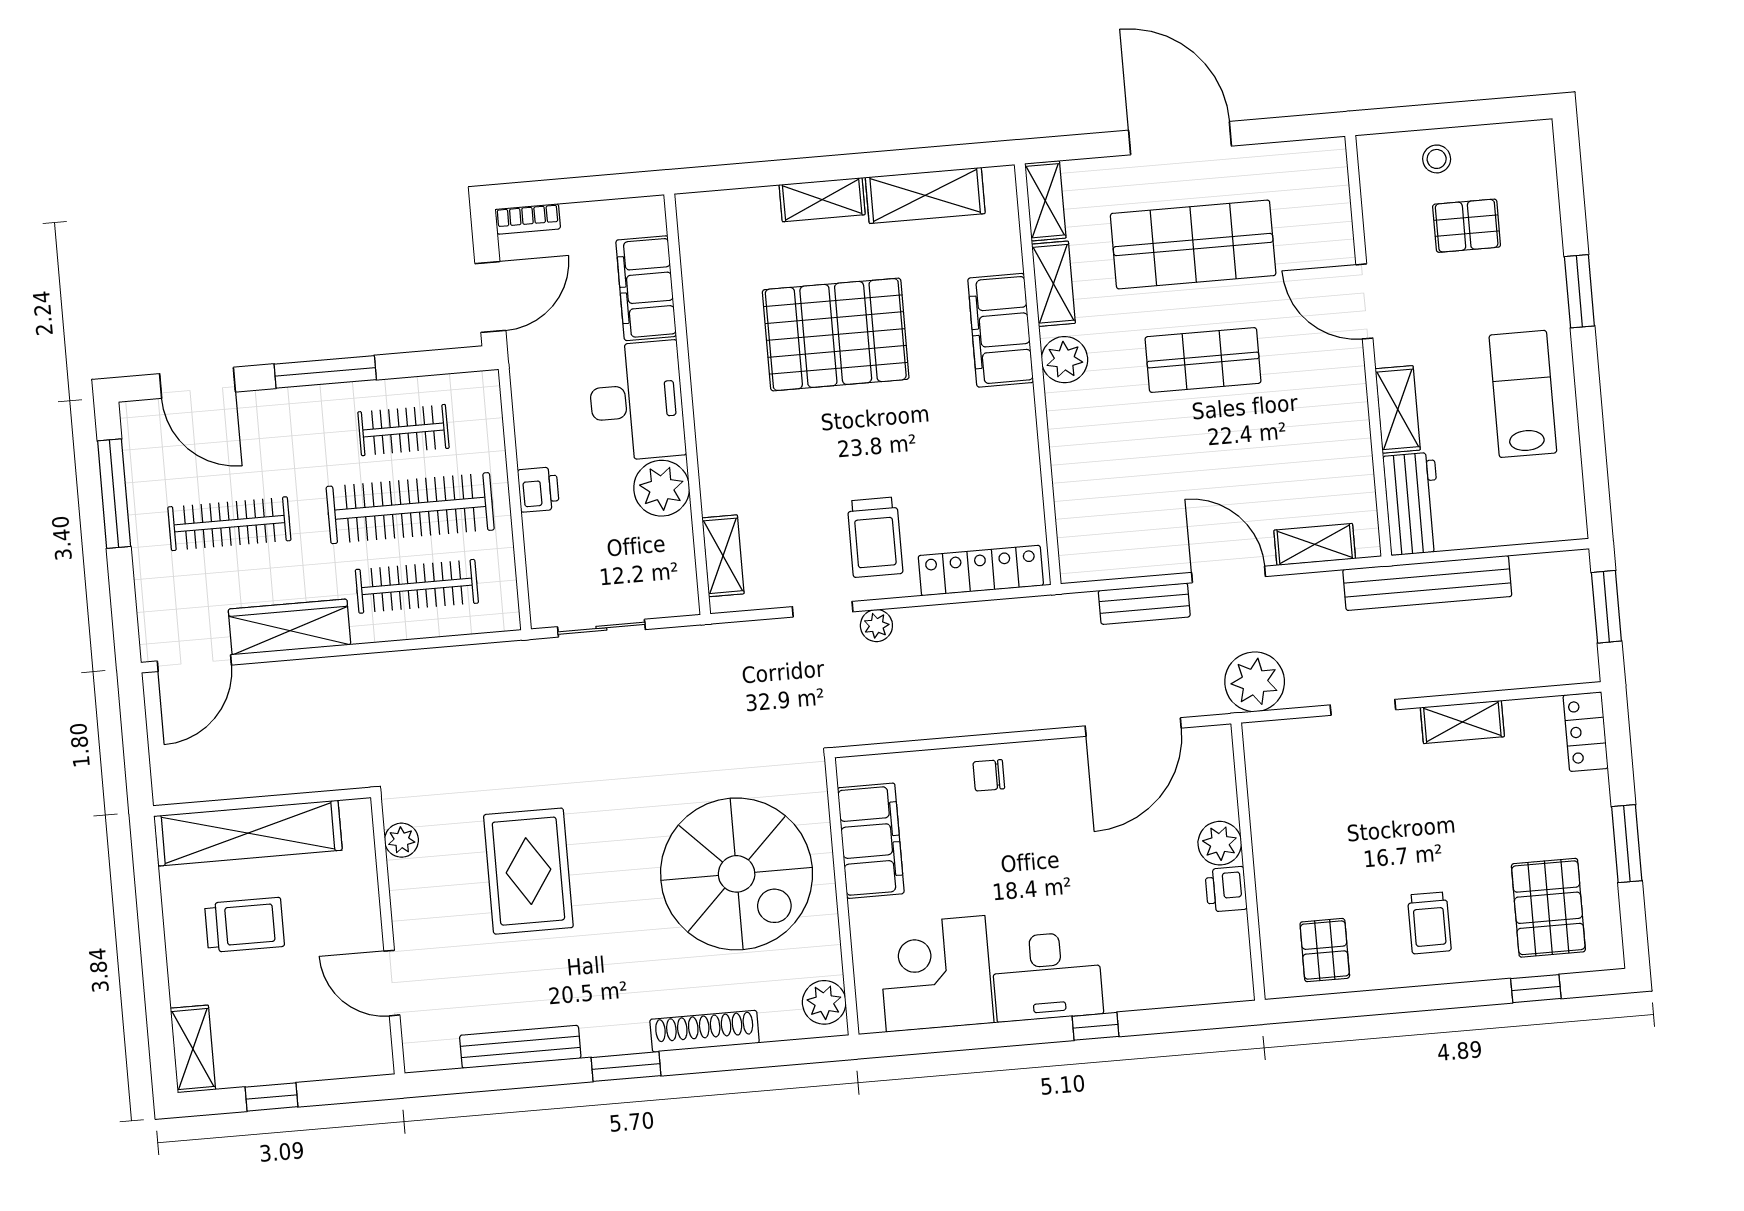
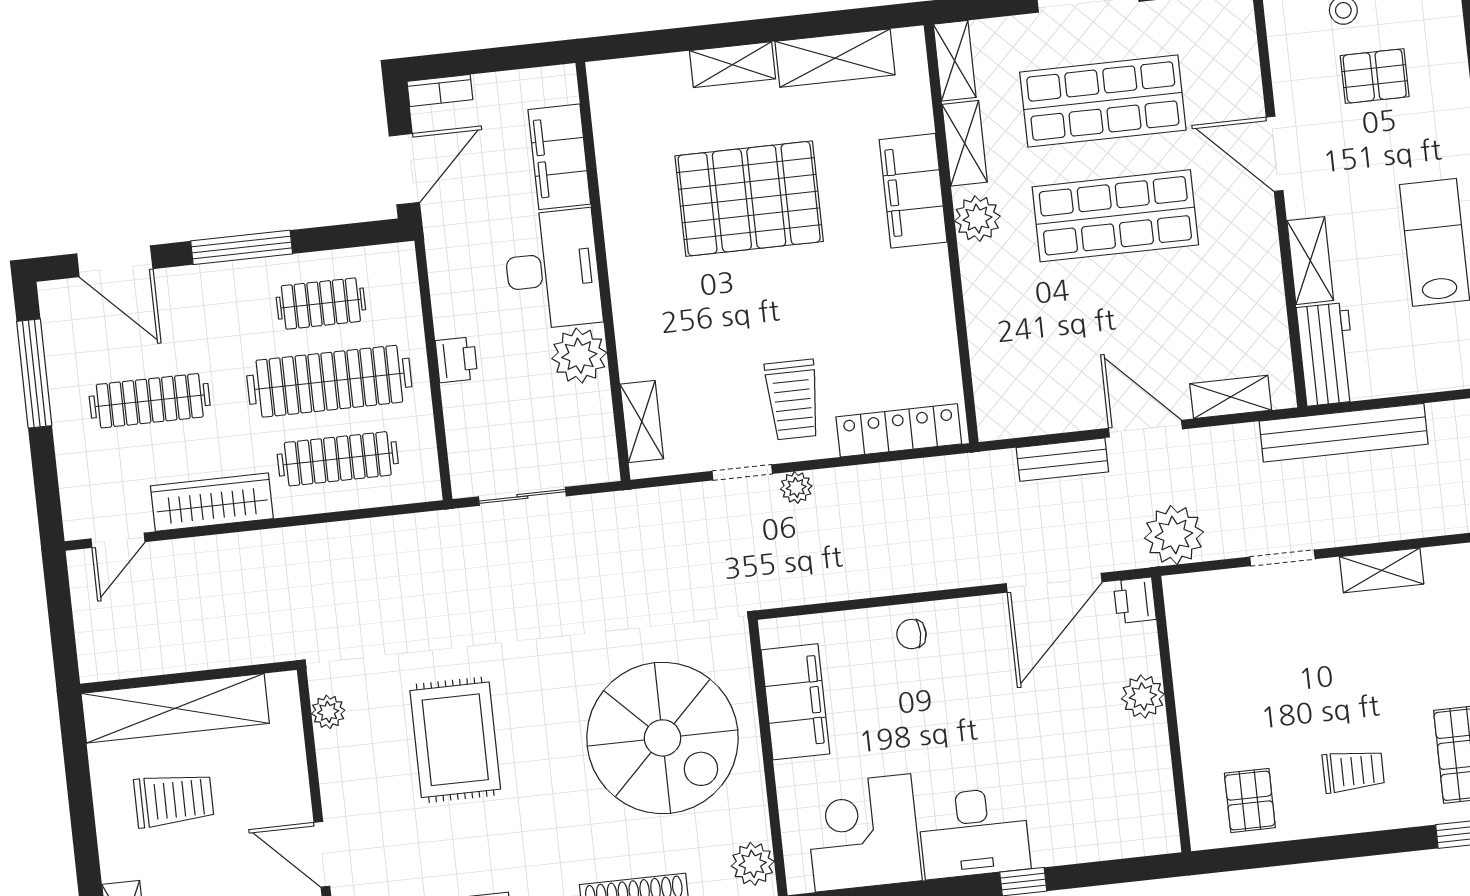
shop shelf: (1203, 360) -> (1115, 216), width x1.43, depth x1.36
door: (194, 663) -> (118, 540), width x0.73
printer: (1226, 889) -> (1135, 600), moved
trolley: (1429, 923) -> (1353, 771), turned -90

